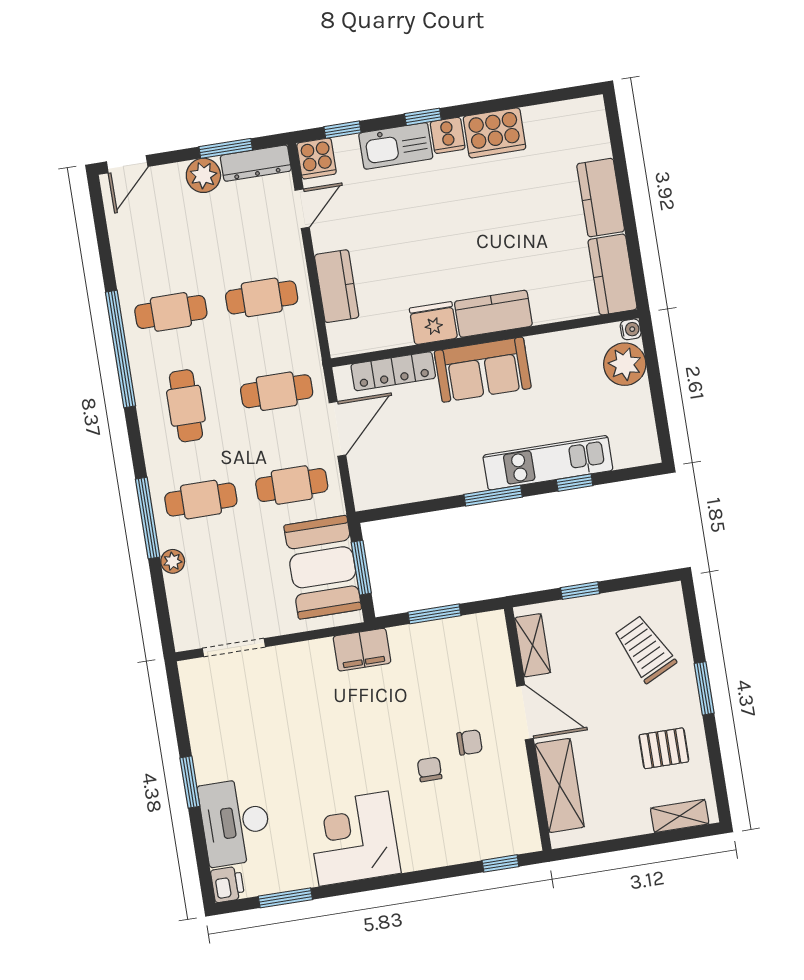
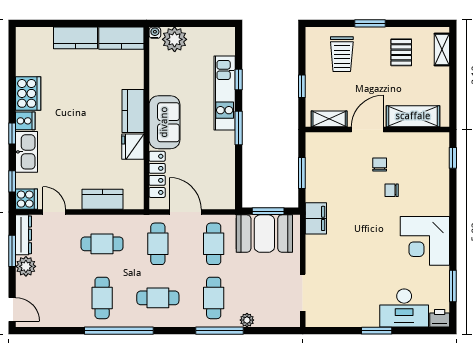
cafe table: (262, 297) -> (102, 244), turned 90
trolley: (645, 649) -> (342, 54), turned -64

